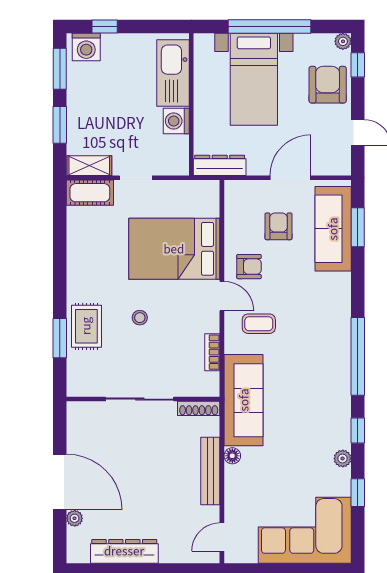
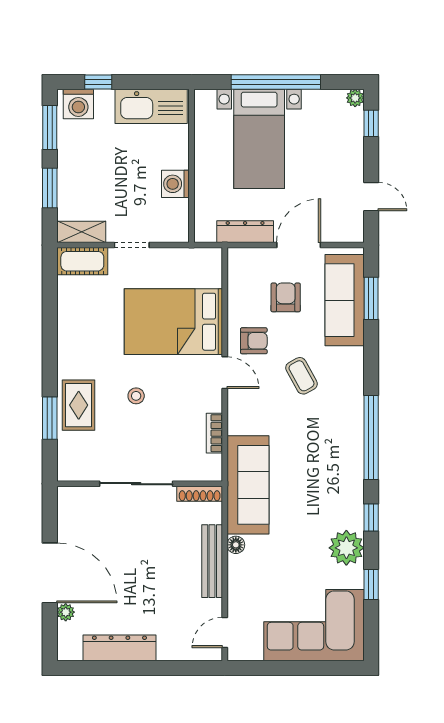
kitchen sink: (173, 73) -> (151, 106), moved, turned -90
armchair: (328, 85) -> (339, 145), removed
dresser: (220, 165) -> (245, 232), moved
coffee table: (259, 324) -> (301, 376), moved, turned 61
plant: (343, 459) -> (346, 548), width x1.88, depth x1.88

